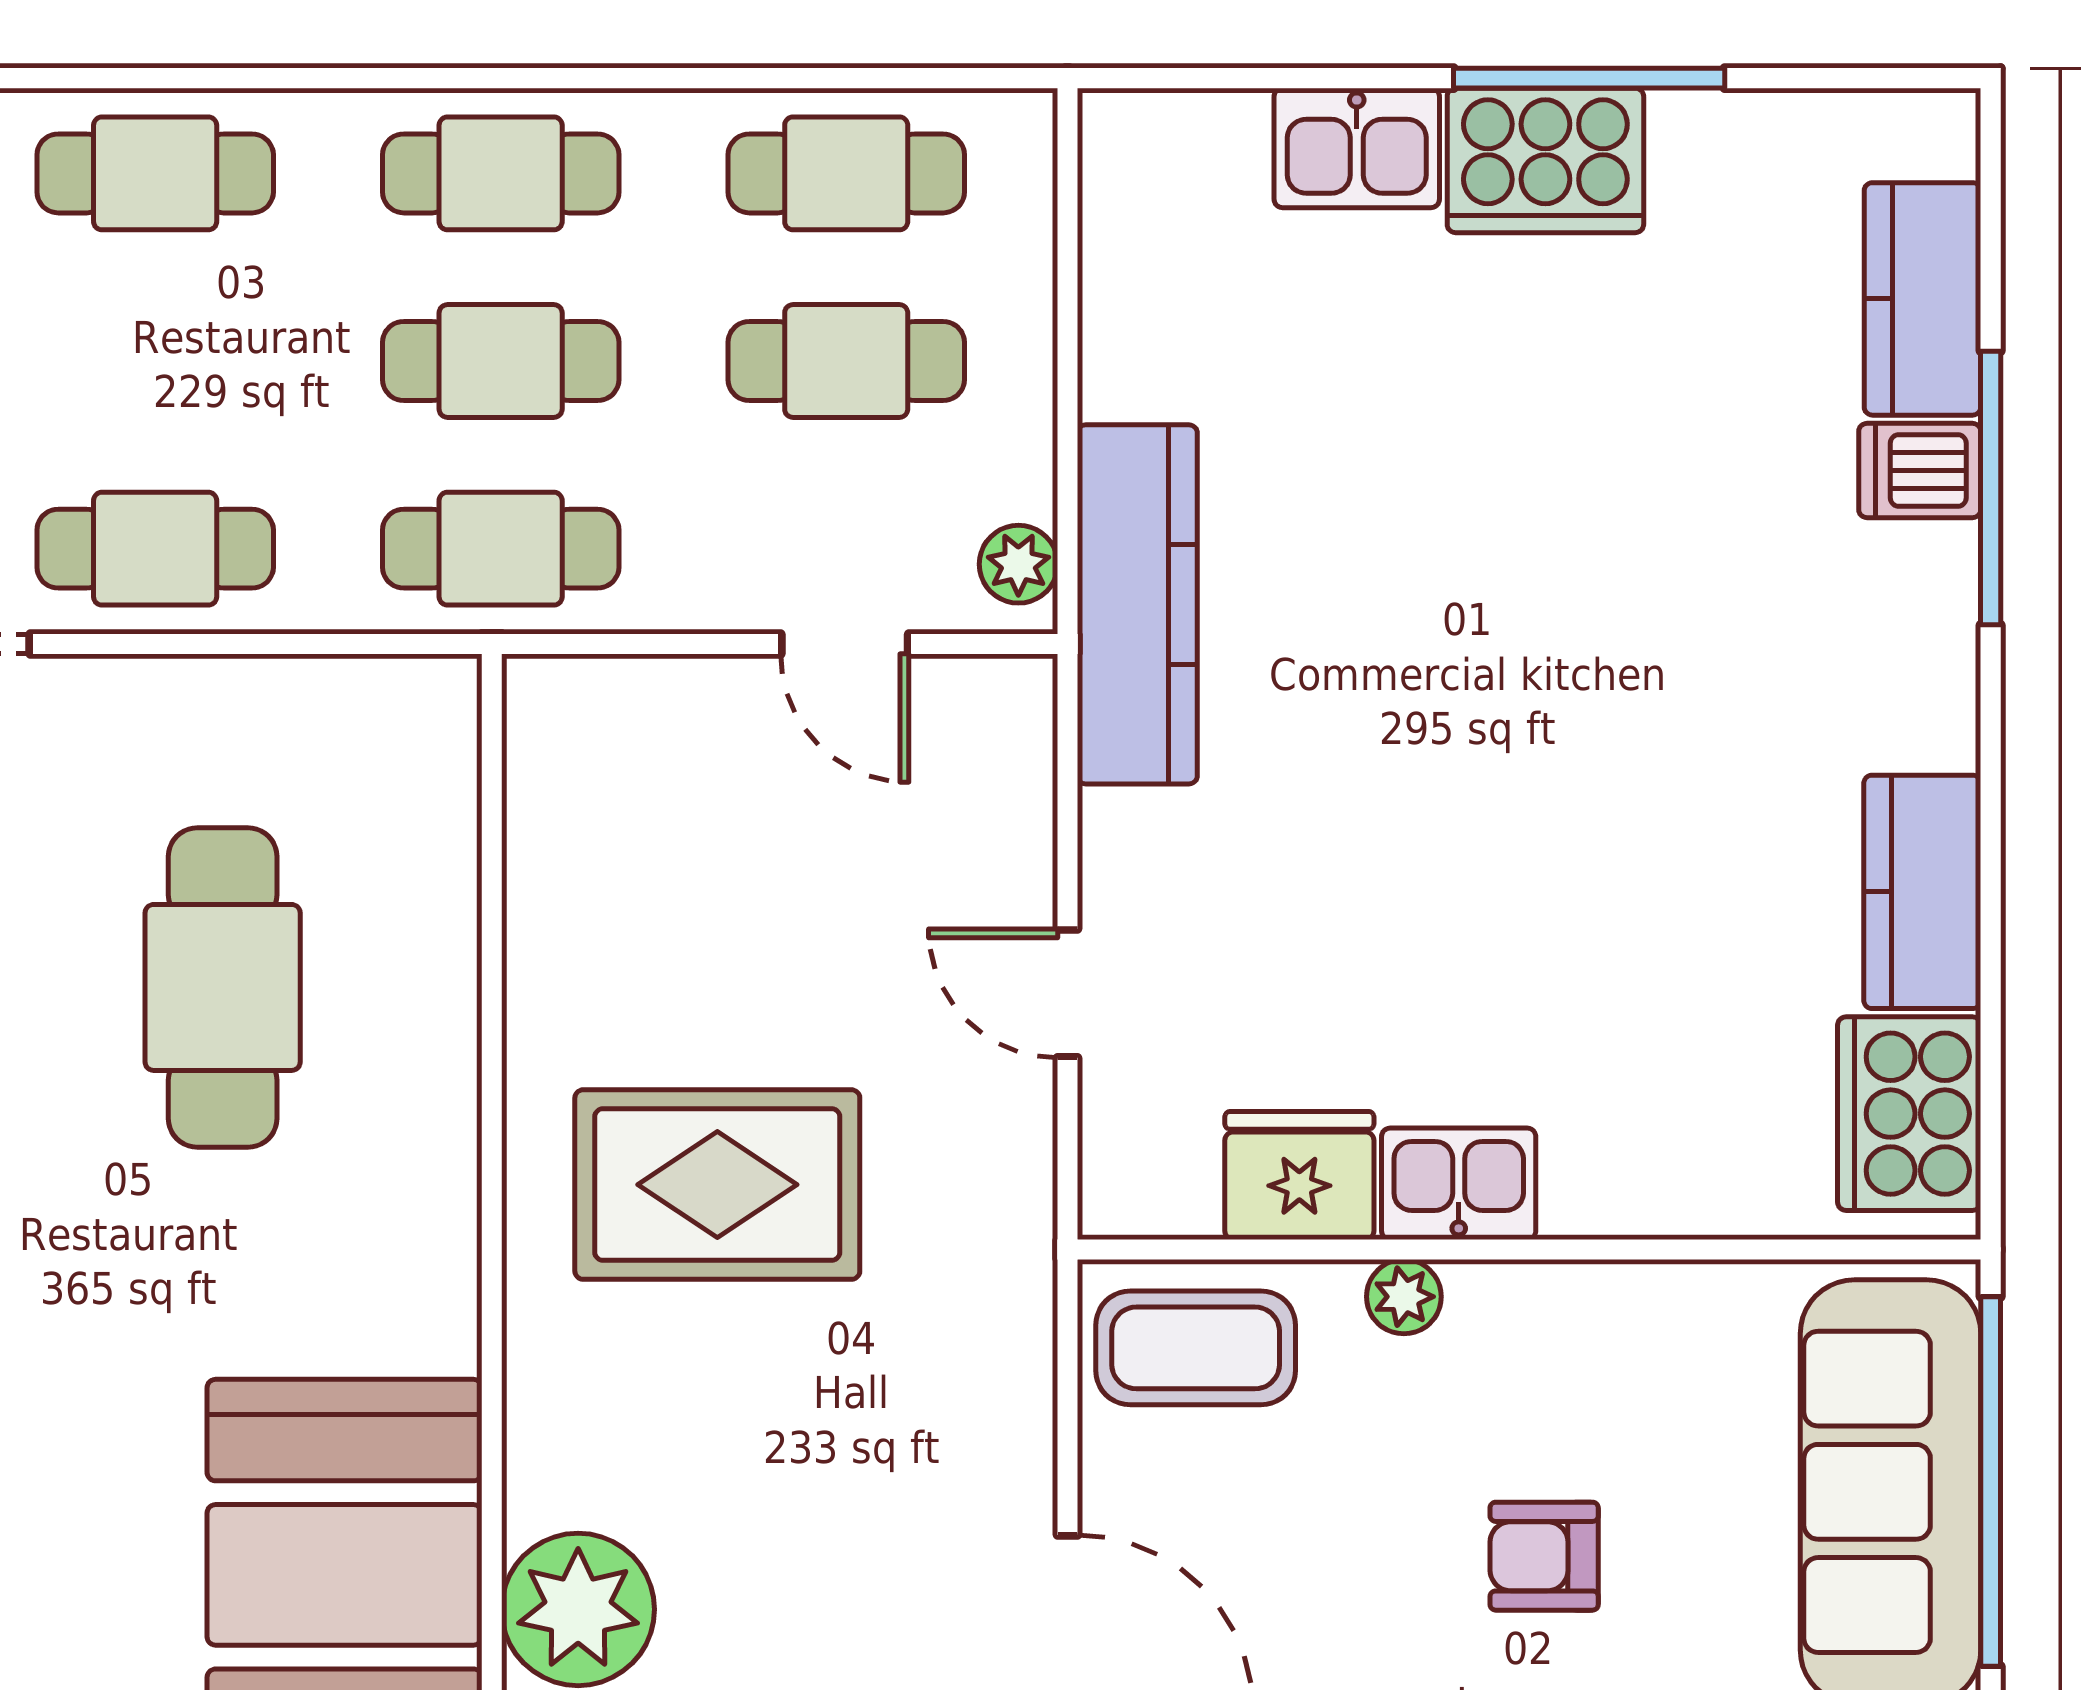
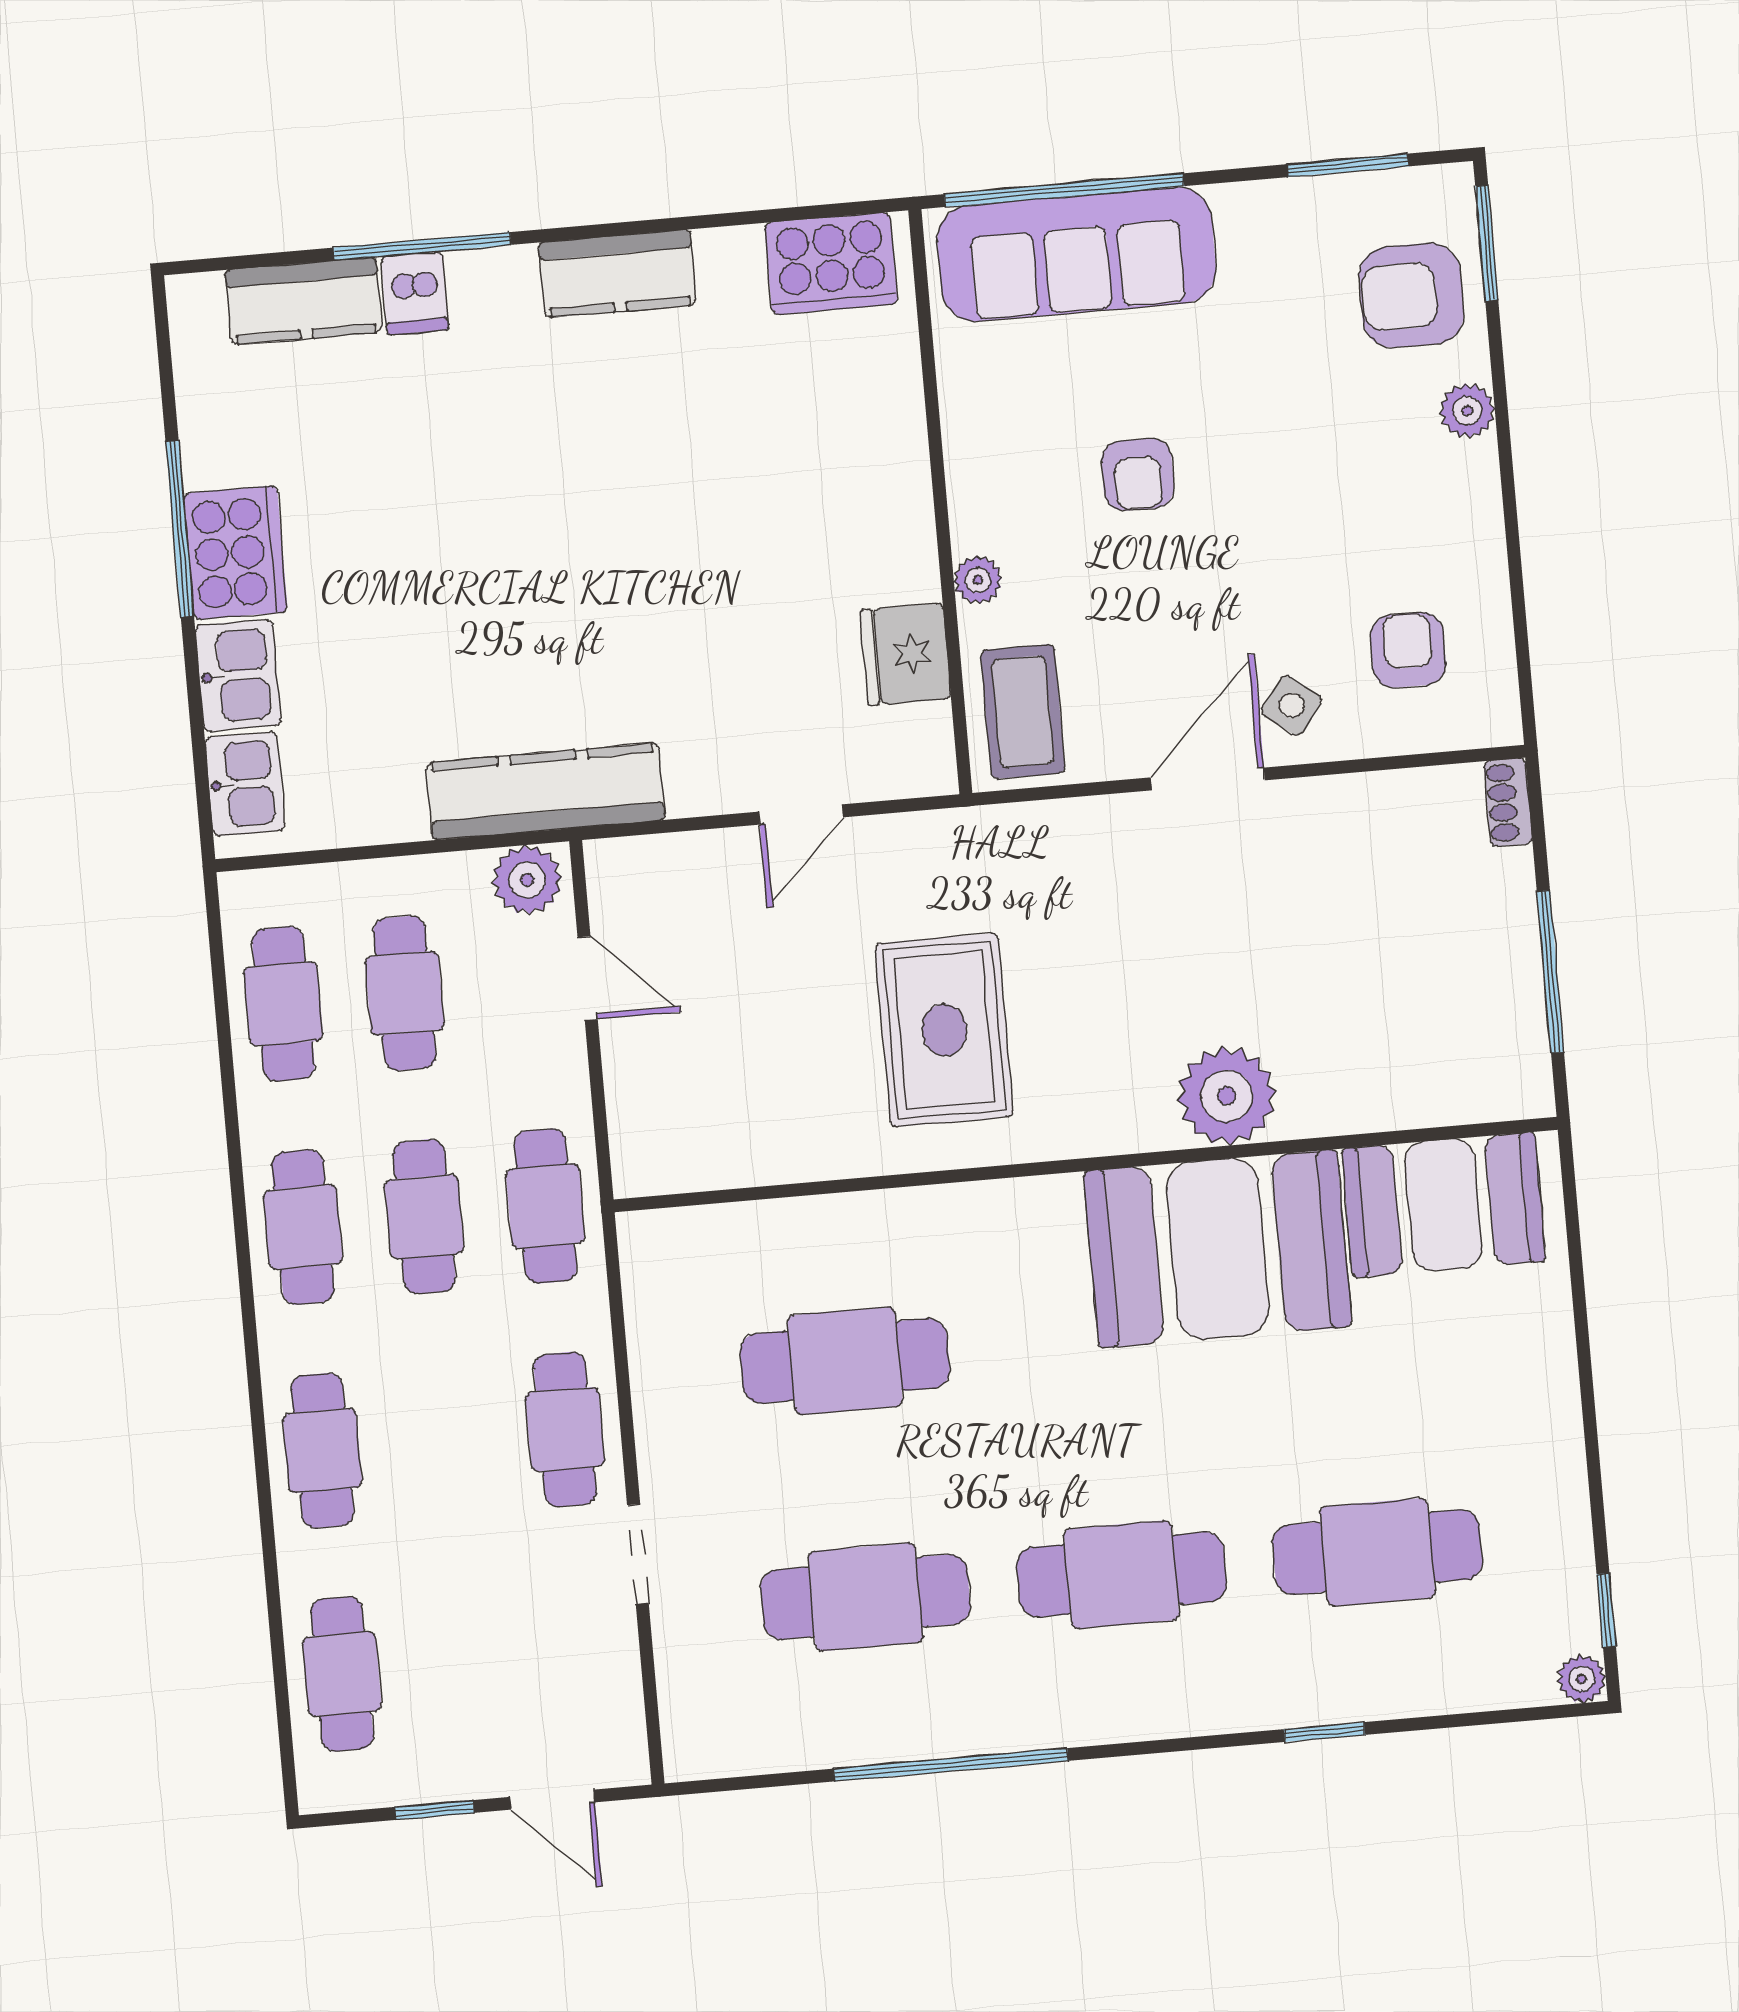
plant: (1018, 564) -> (527, 880), width x1.38, depth x1.38
door: (845, 644) -> (588, 978), hinge flipped
kitchen counter: (1922, 892) -> (617, 274), moved
kitchen sink: (1459, 1184) -> (245, 784), moved, turned 180

